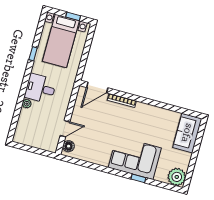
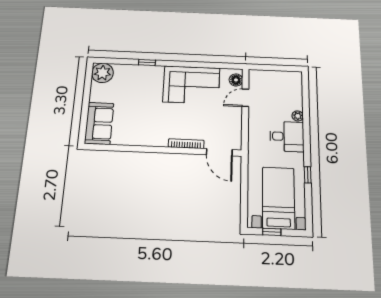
door: (97, 88) -> (219, 152), swing flipped
corner sofa: (135, 158) -> (191, 85), moved

